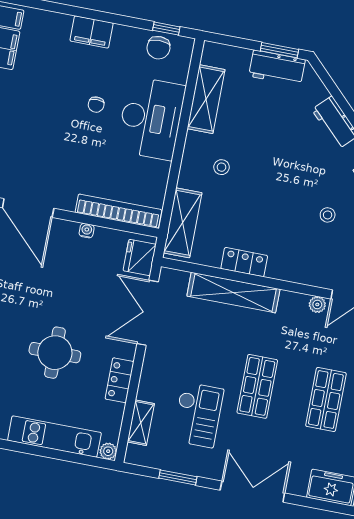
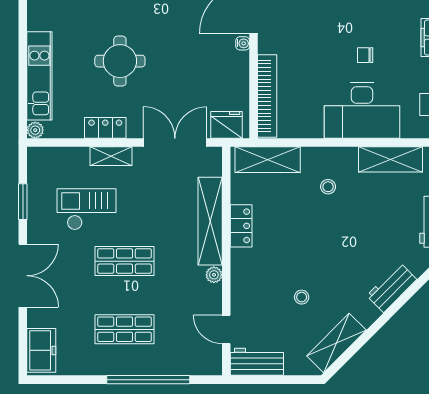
water cooler: (87, 231) -> (243, 43), moved
plant: (317, 304) -> (214, 275), moved
checkout: (198, 415) -> (86, 209), turned 180
shelving: (141, 423) -> (111, 156), moved

